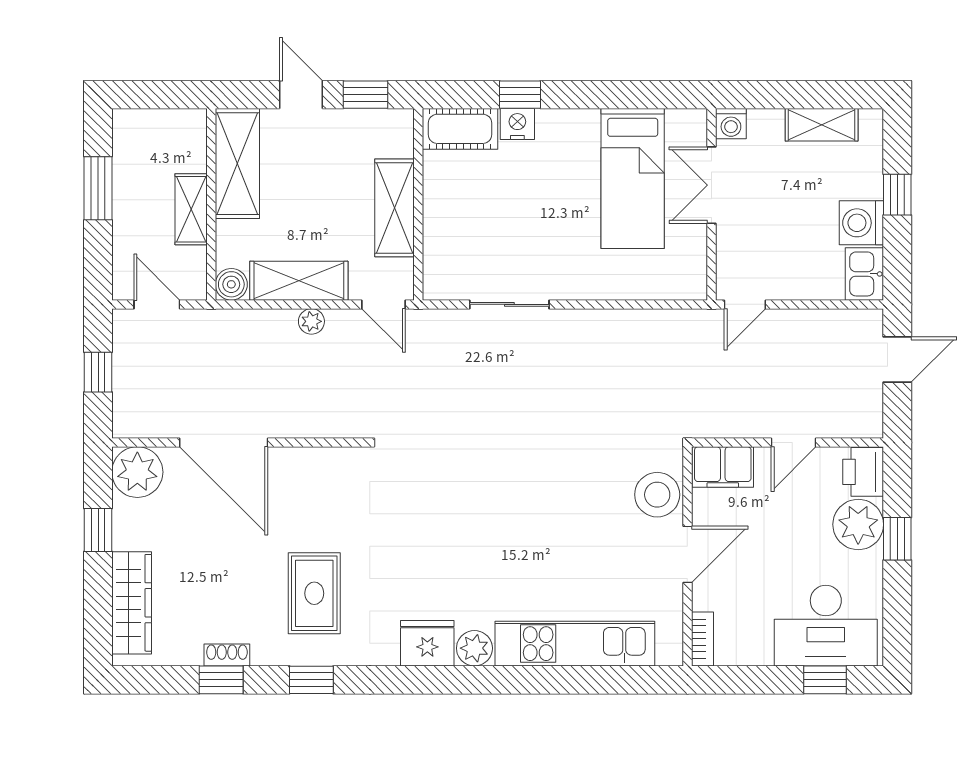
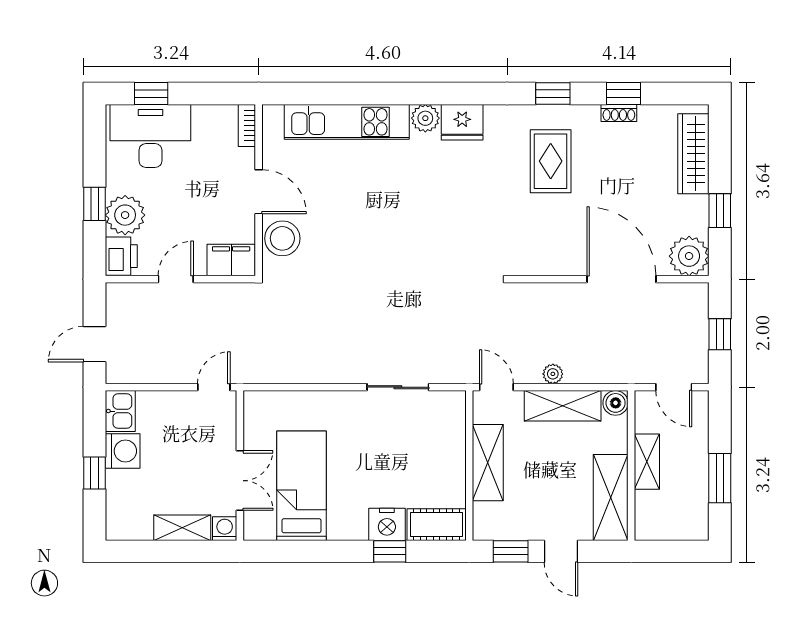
nightstand: (517, 124) -> (387, 524), width x1.36, depth x1.33
shelving: (822, 125) -> (182, 528), moved
door: (687, 554) -> (259, 192), swing flipped

